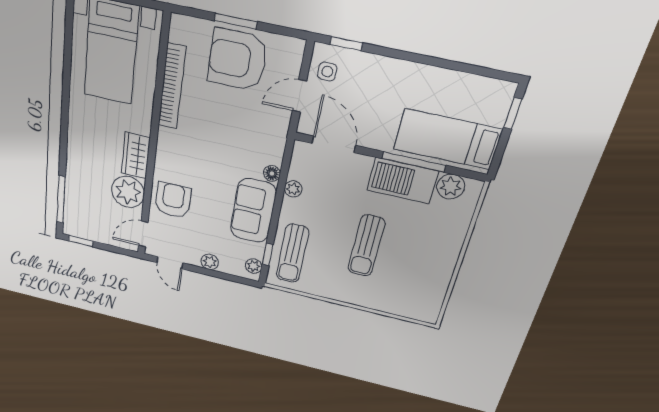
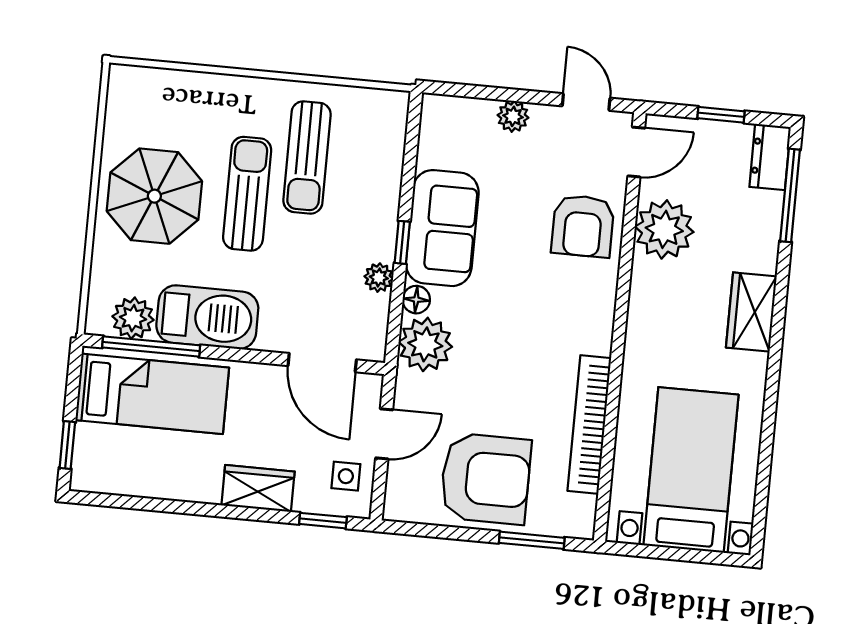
window: (236, 21) -> (532, 540), moved
wardrobe: (387, 70) -> (258, 488), added
wardrobe: (136, 156) -> (751, 312), moved, turned 180
window: (414, 162) -> (151, 346), moved
dresser: (72, 221) -> (770, 157), added
window: (81, 241) -> (721, 115), moved
parasol: (423, 253) -> (154, 196), added
window: (268, 254) -> (402, 242), moved
sun lounger: (292, 254) -> (307, 157), moved, turned 180
plant: (254, 266) -> (425, 344), moved, width x1.87, depth x1.87

